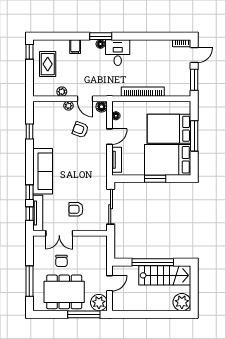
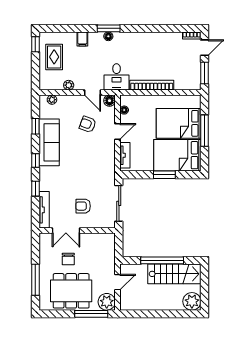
desk: (118, 53) -> (117, 77), moved, turned 180
plant: (68, 106) -> (52, 100), moved
sofa: (43, 171) -> (49, 142), moved
window: (29, 214) -> (35, 161), moved

